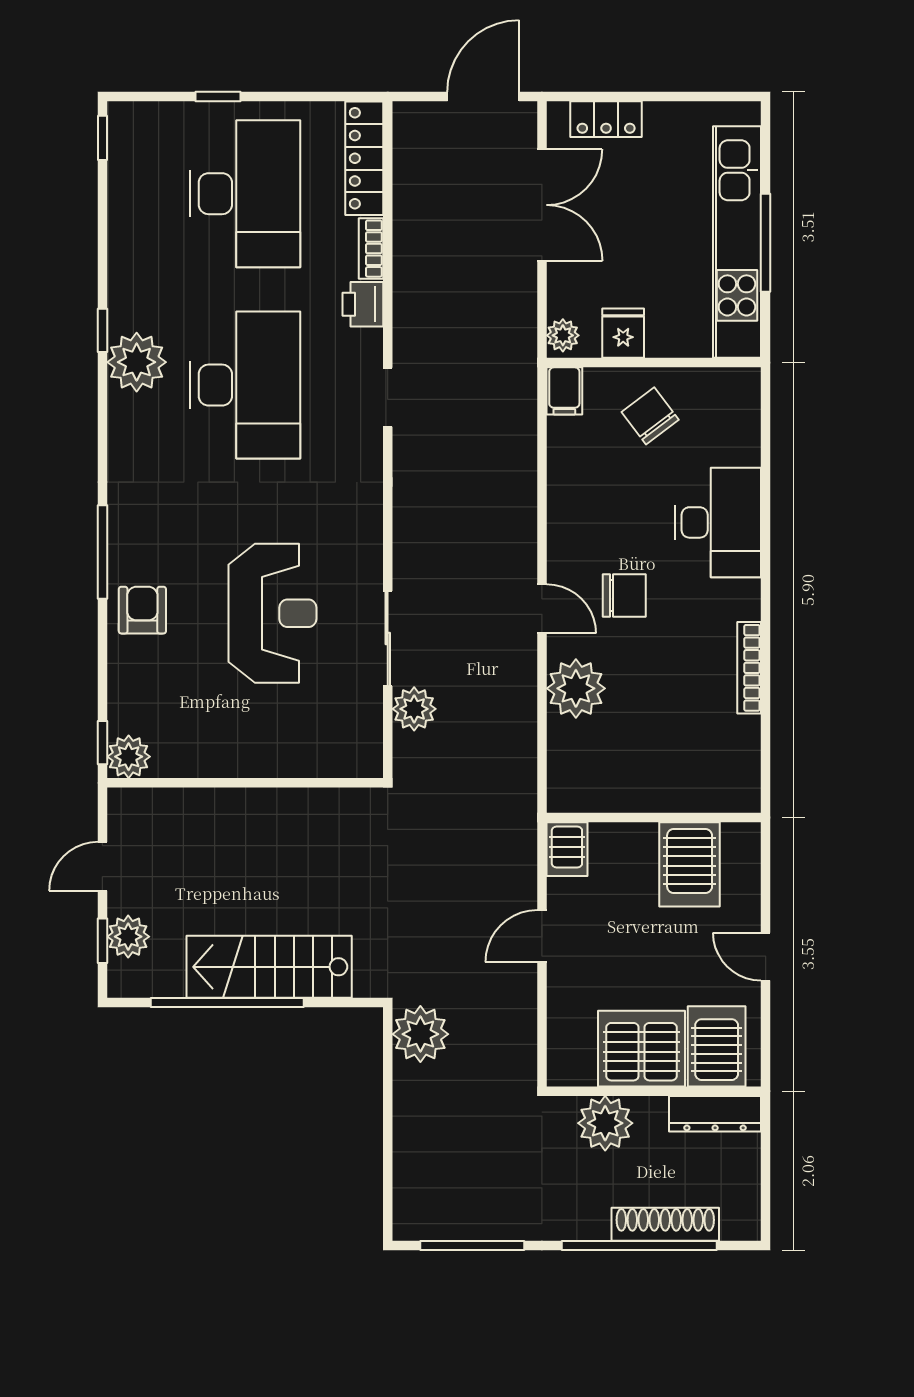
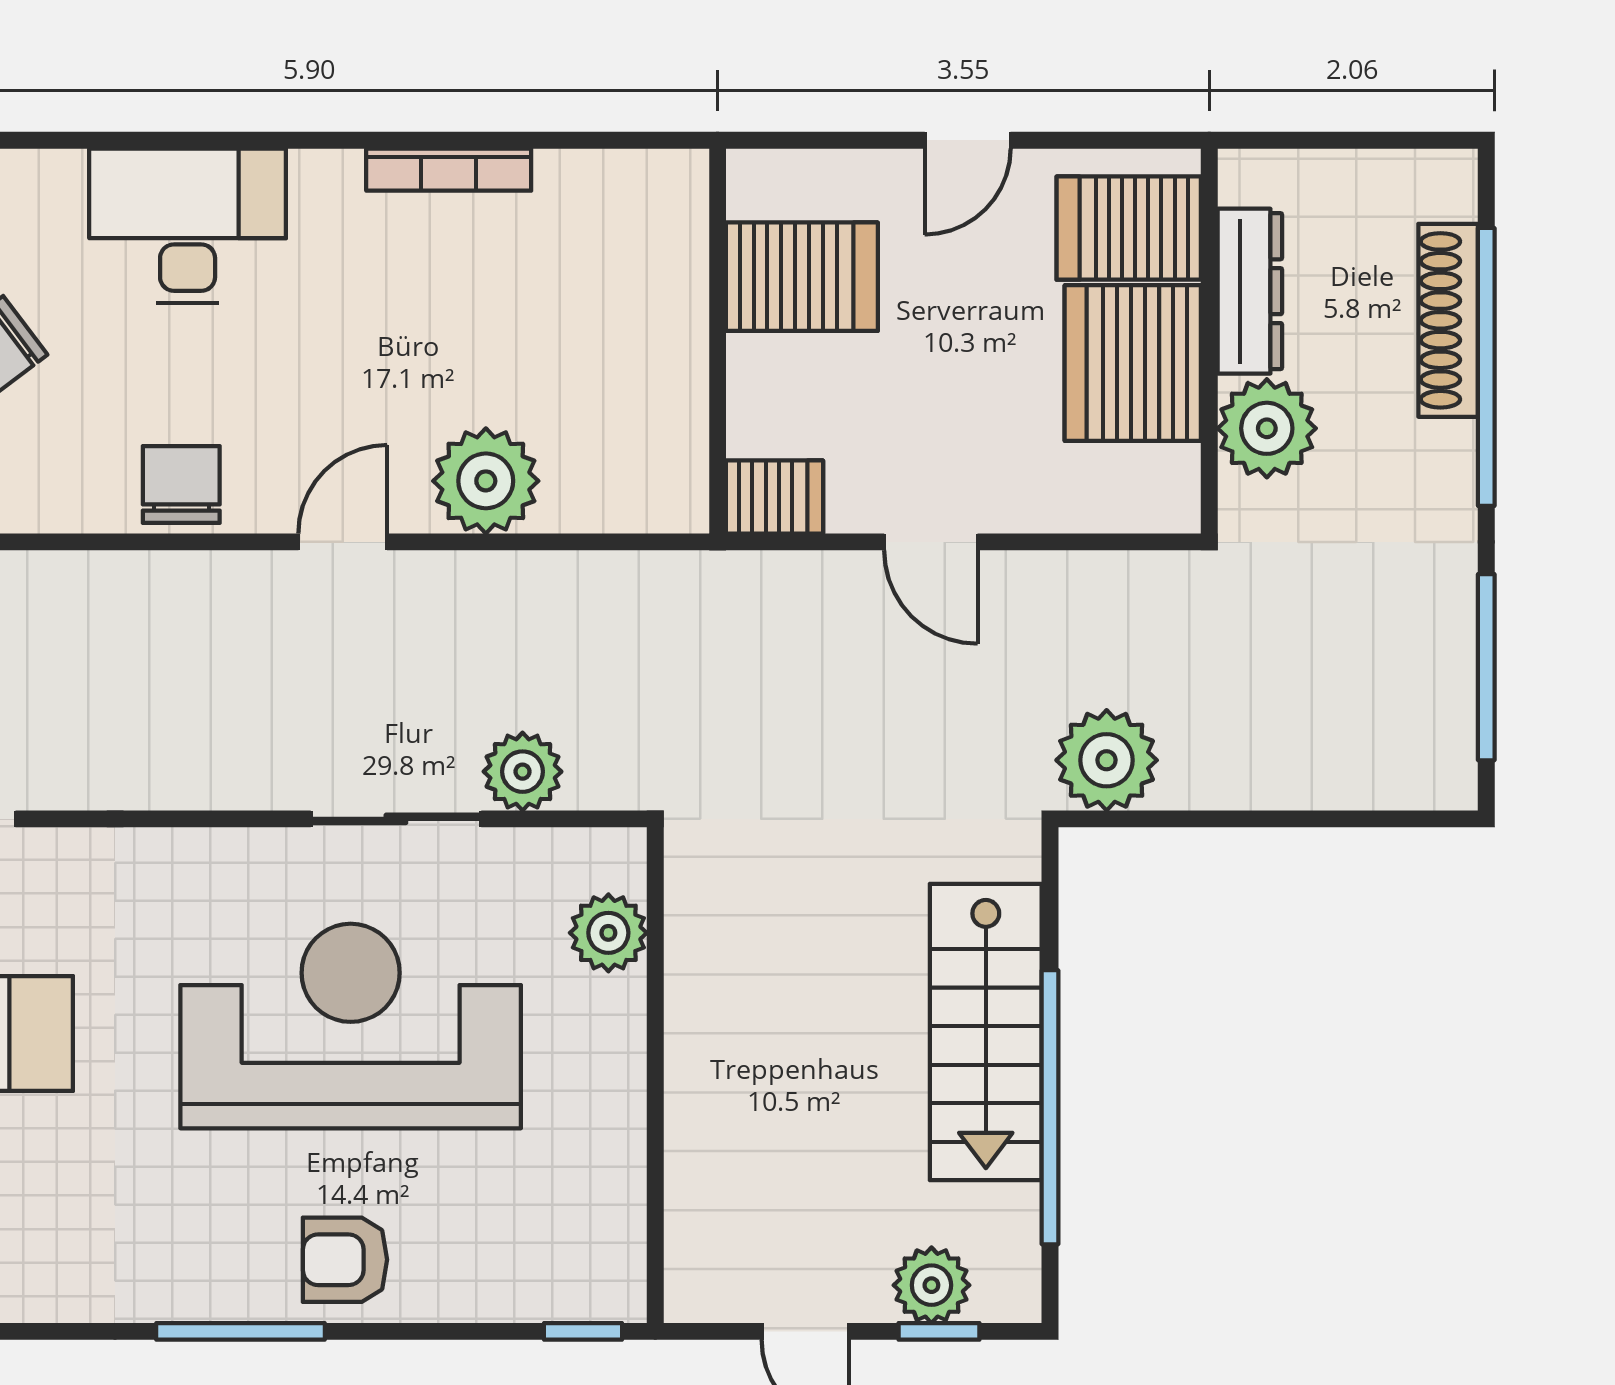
chair: (624, 596) -> (181, 484), moved
reception desk: (272, 613) -> (351, 1026), width x1.36, depth x1.30
plant: (129, 757) -> (608, 933), moved
dresser: (715, 1114) -> (1250, 291), moved

